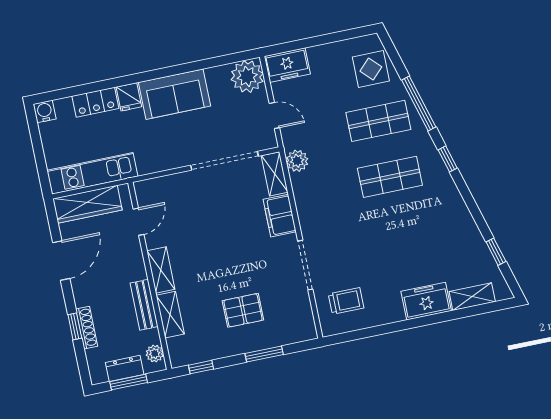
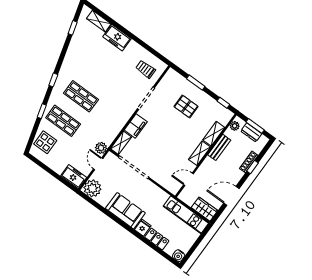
window: (419, 103) -> (42, 111), width x0.46
plant: (297, 161) -> (101, 148), moved
wardrobe: (87, 204) -> (205, 209), width x0.67

